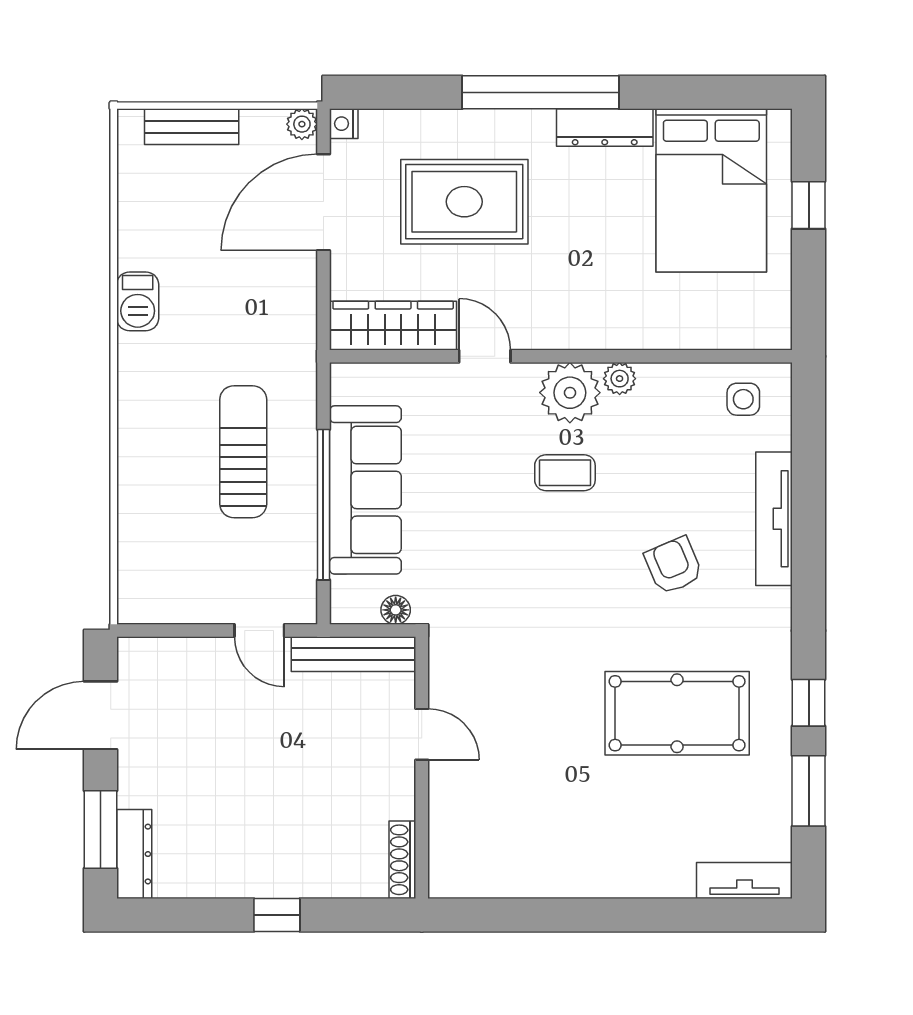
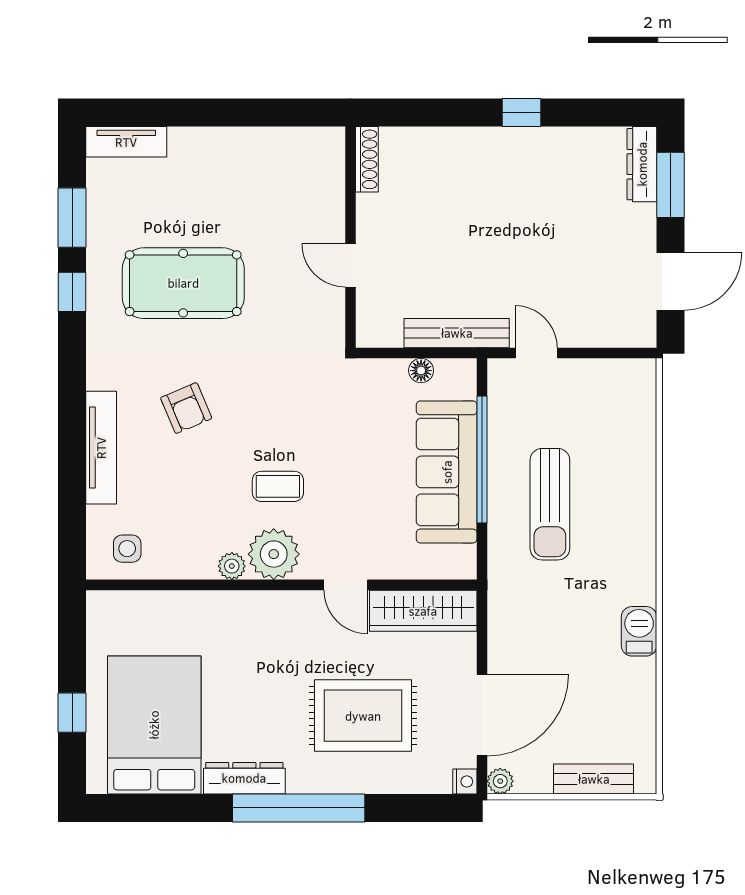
door: (422, 734) -> (351, 265), moved
wall: (422, 768) -> (351, 237), moved
shoe rack: (402, 860) -> (367, 159), moved

